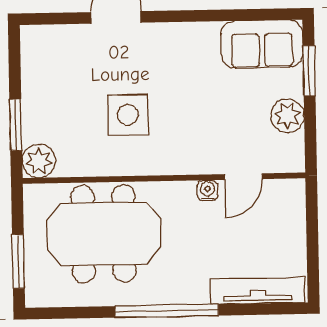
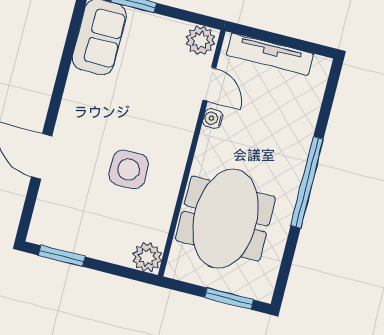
plant: (287, 116) -> (201, 40), moved
window: (16, 125) -> (62, 256), moved
tv unit: (258, 291) -> (270, 54), moved, turned -90

